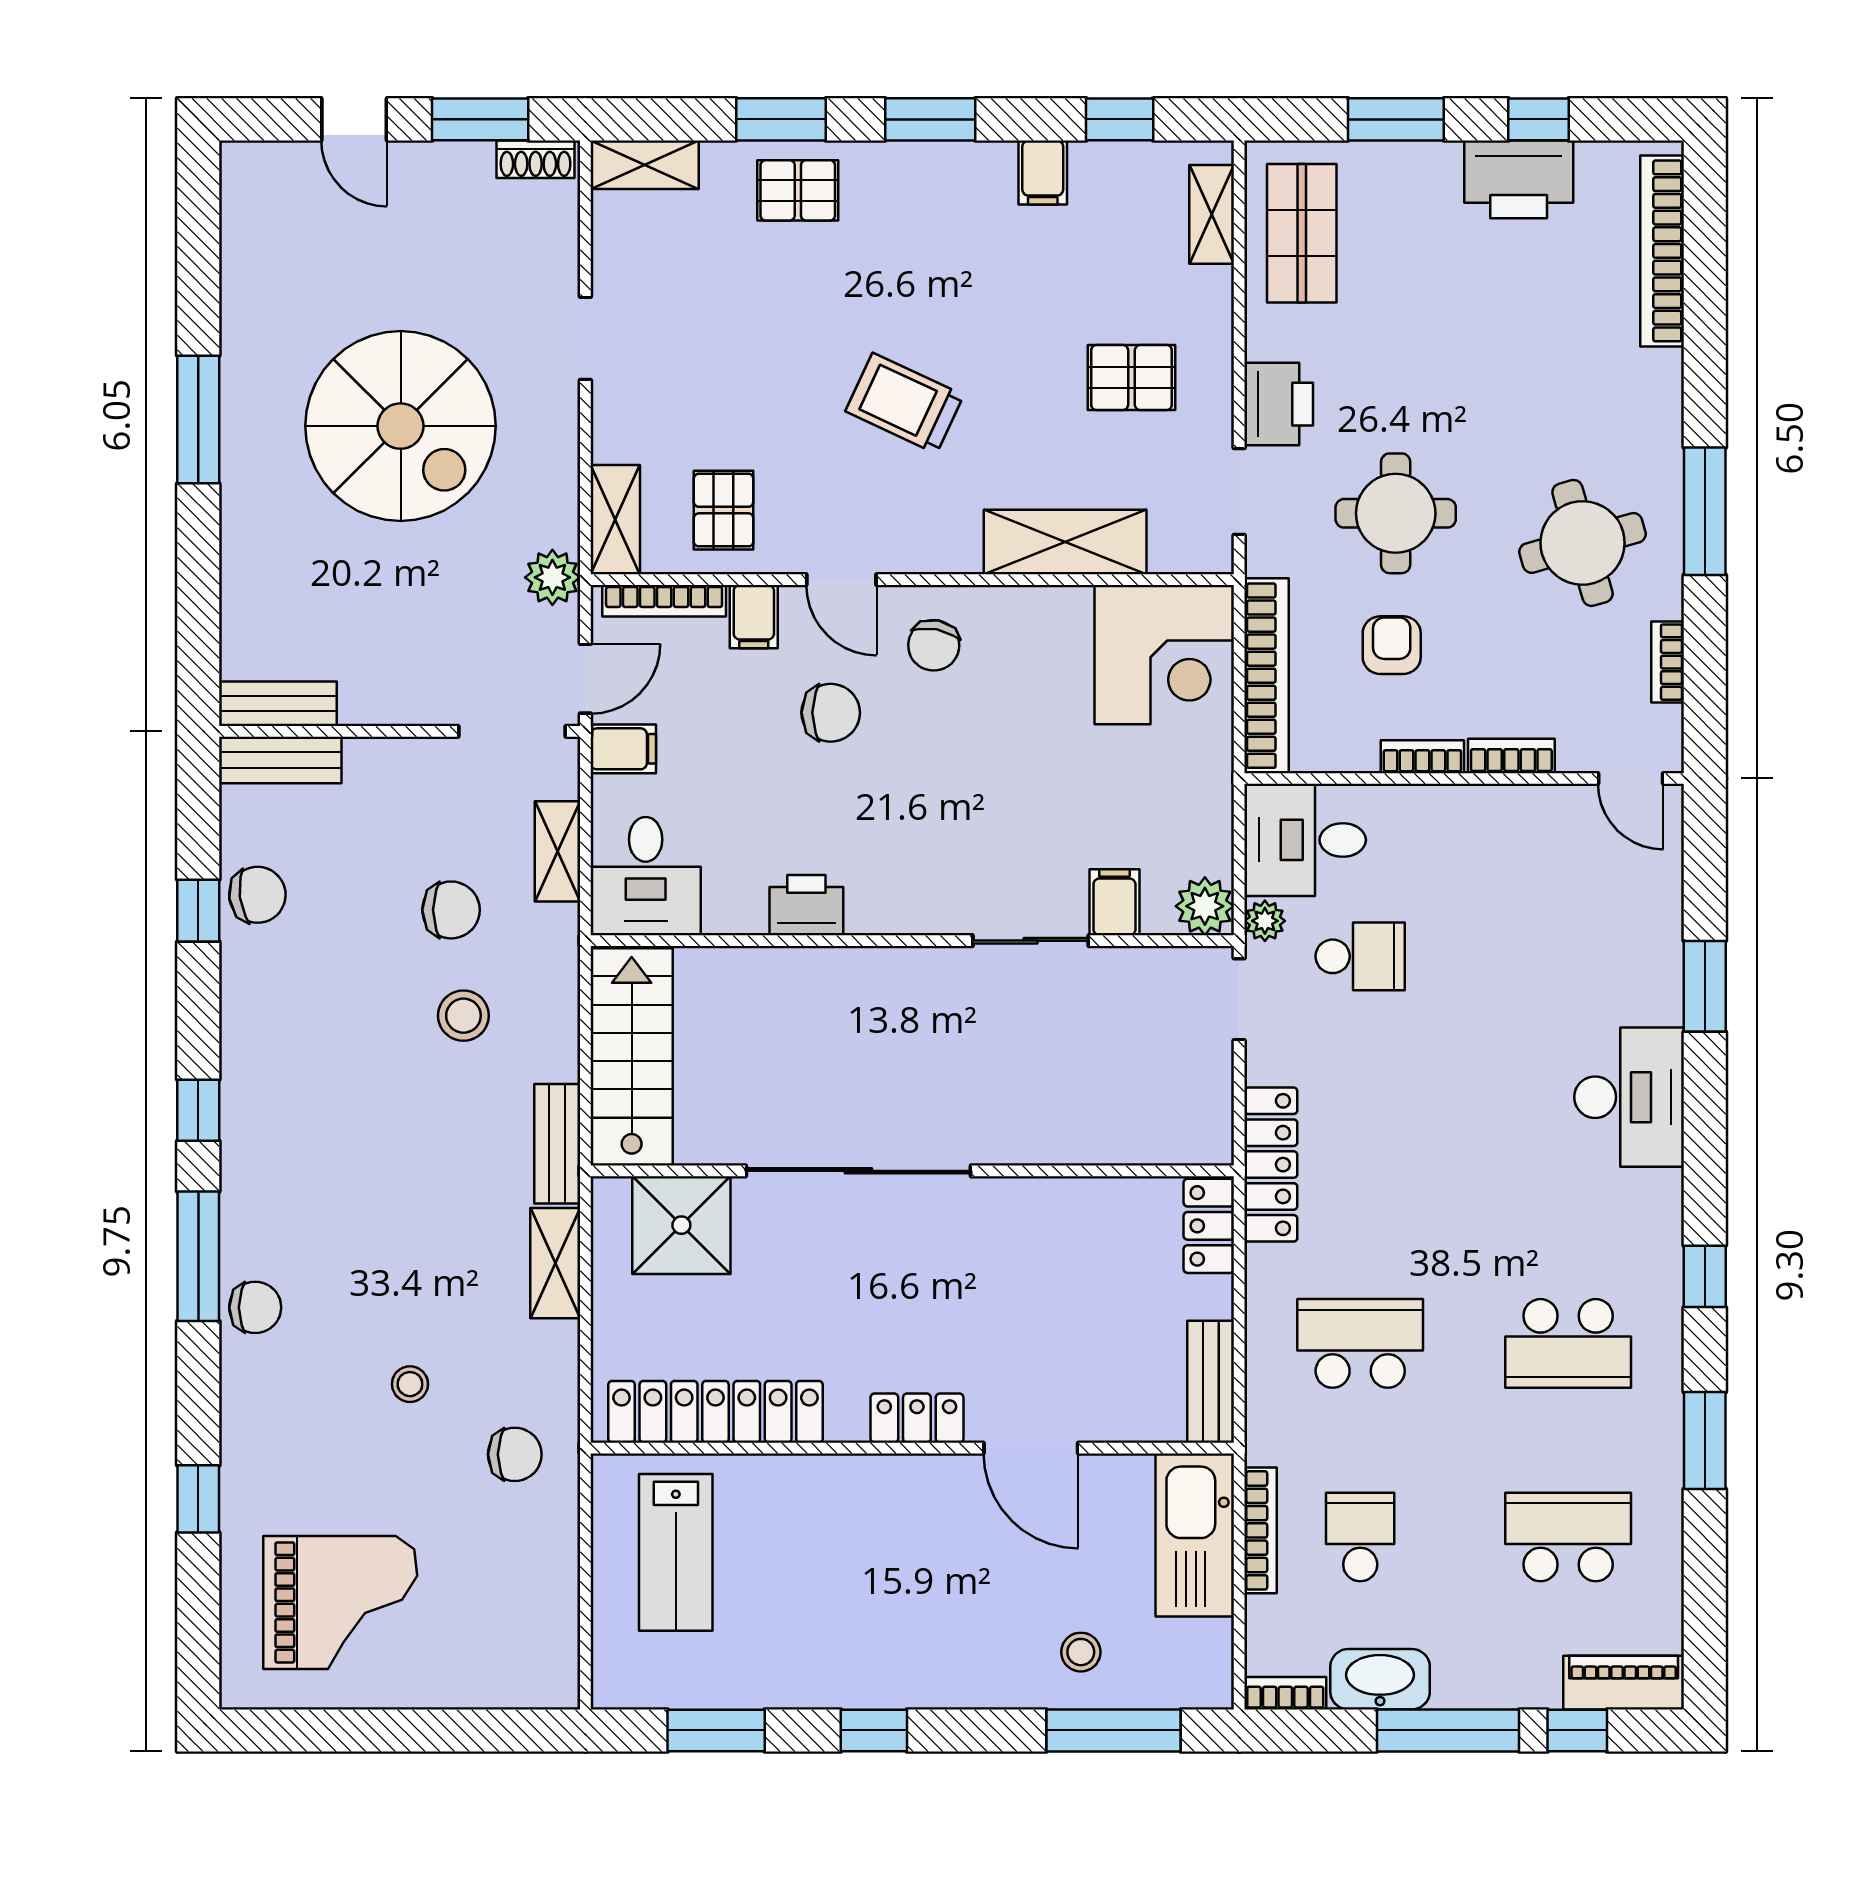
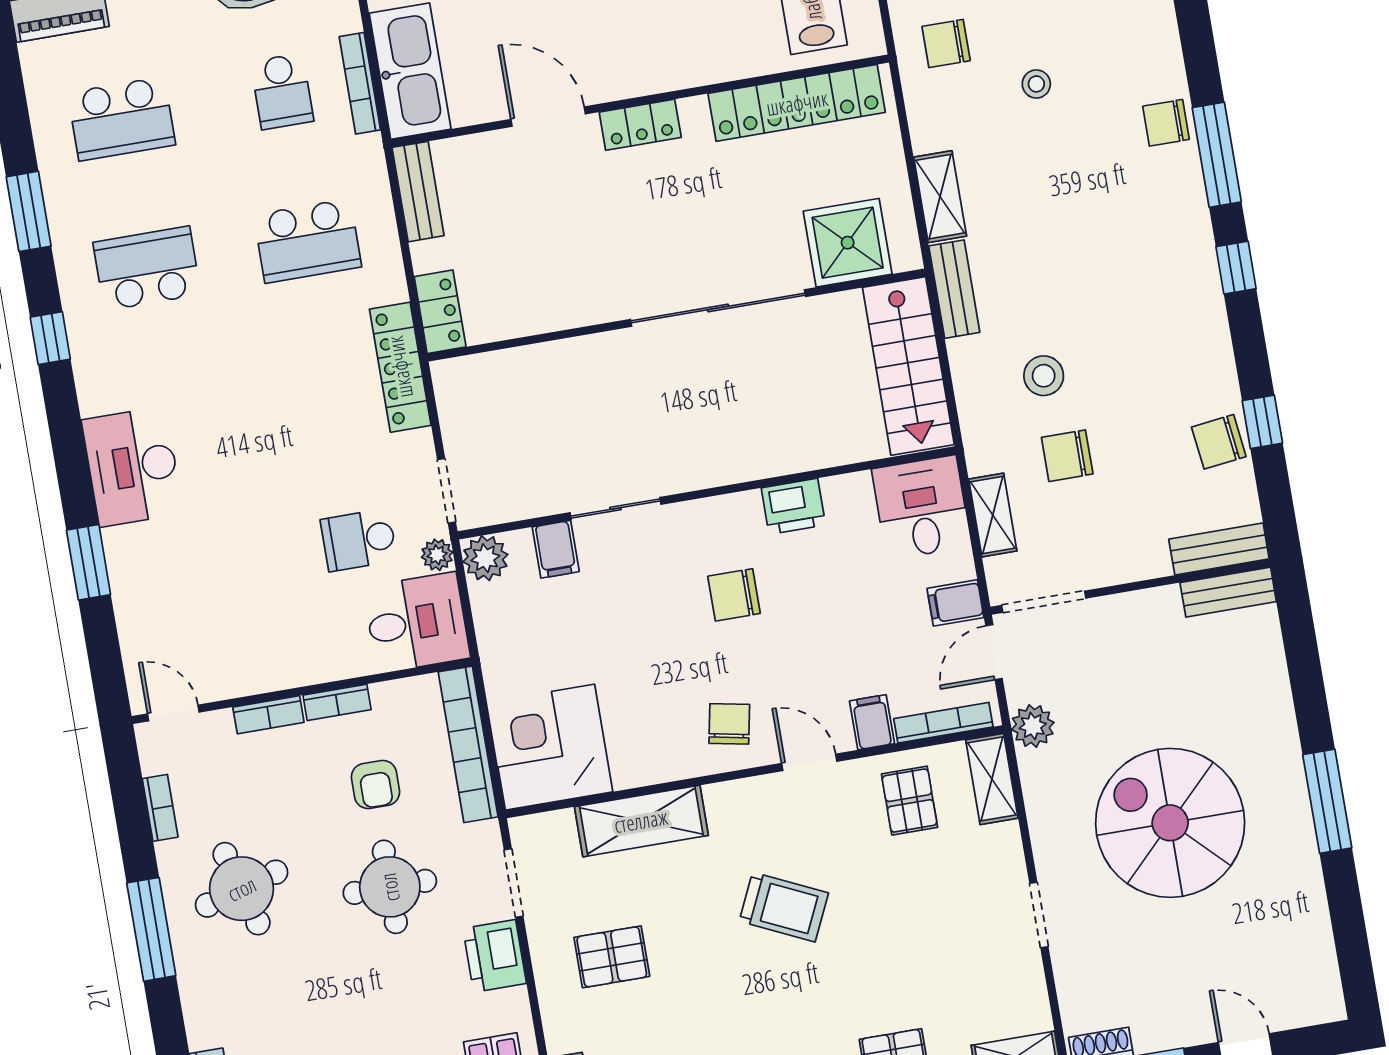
chair: (831, 713) -> (734, 595), moved

